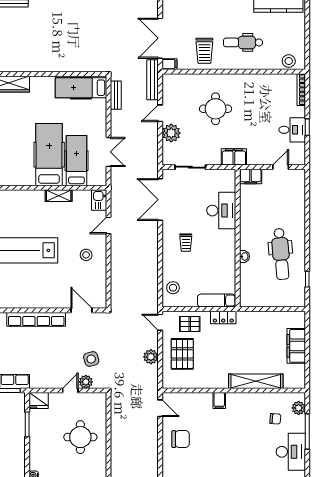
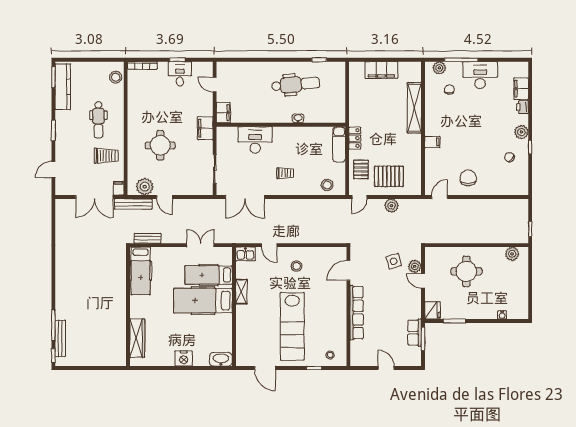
plant: (171, 133) -> (145, 187), moved

